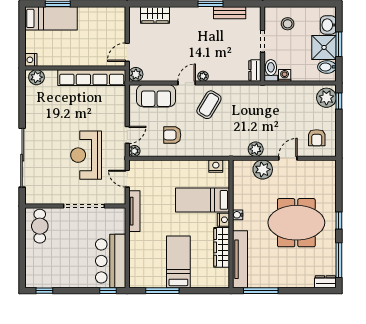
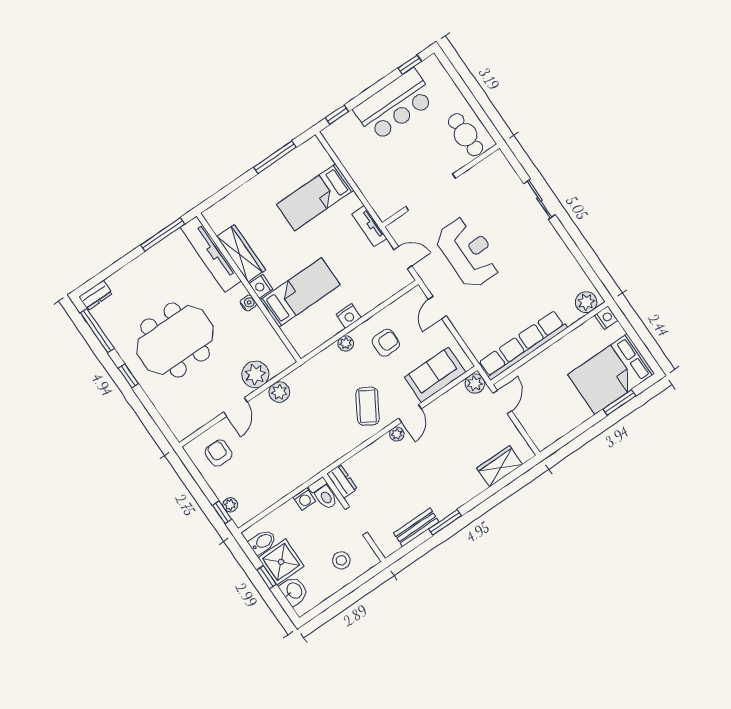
bed: (51, 18) -> (611, 374), width x1.50
window: (339, 44) -> (267, 577), width x0.67
plant: (326, 98) -> (230, 505), width x0.53, depth x0.53
plant: (134, 151) -> (346, 343), moved
sliding door: (22, 158) -> (539, 199), width x0.54
nightstand: (216, 166) -> (349, 316), moved
tv unit: (134, 211) -> (369, 226), width x0.71
bar counter: (111, 261) -> (394, 105), moved, turned 90
bed: (178, 262) -> (315, 197), moved, turned 90

